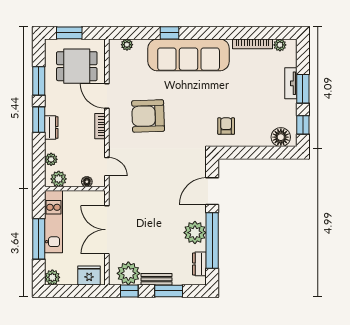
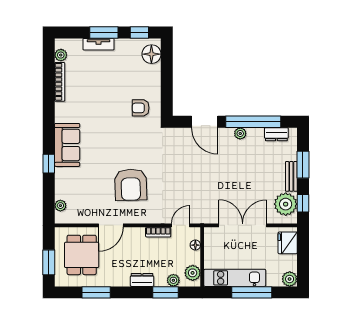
sofa: (189, 55) -> (67, 145), width x0.54, depth x0.79
window: (39, 120) -> (166, 292), moved
bookcase: (100, 126) -> (158, 232), moved
double door: (107, 230) -> (243, 225), swing flipped
plant: (195, 233) -> (240, 133), width x0.53, depth x0.53

